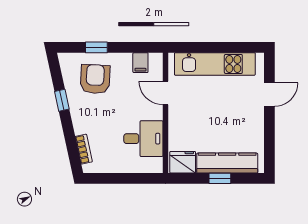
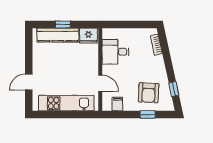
window: (62, 100) -> (174, 89), moved

